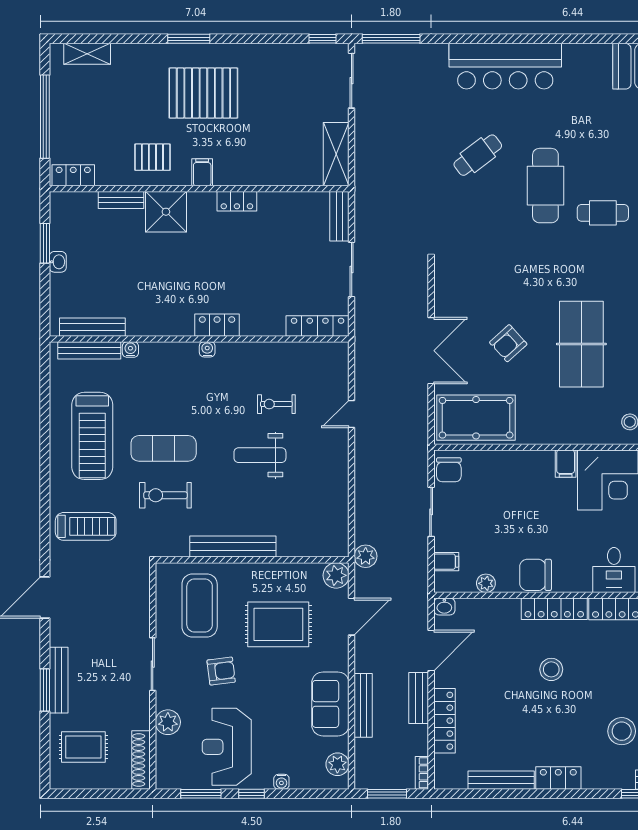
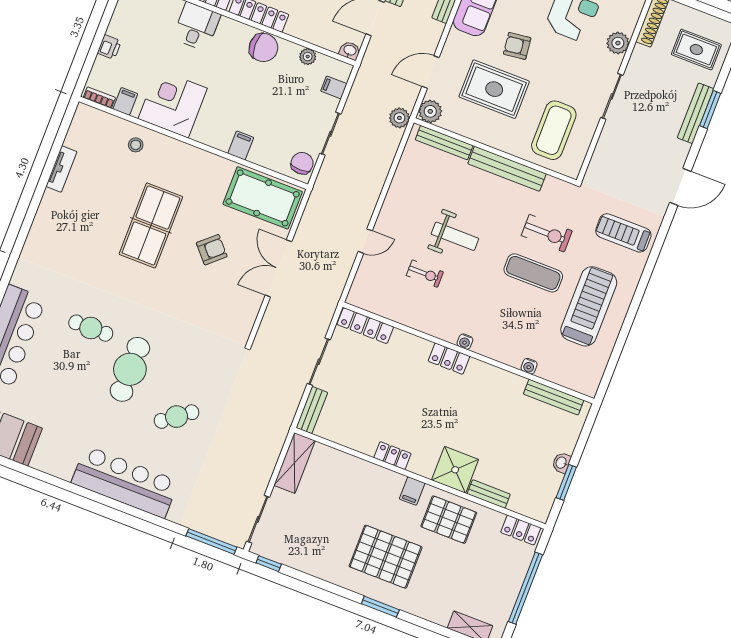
pallet: (152, 157) -> (449, 520), width x1.50, depth x1.42
bench: (89, 350) -> (444, 143), moved
filing cabinet: (566, 464) -> (241, 146), moved
armchair: (221, 671) -> (517, 46), moved

